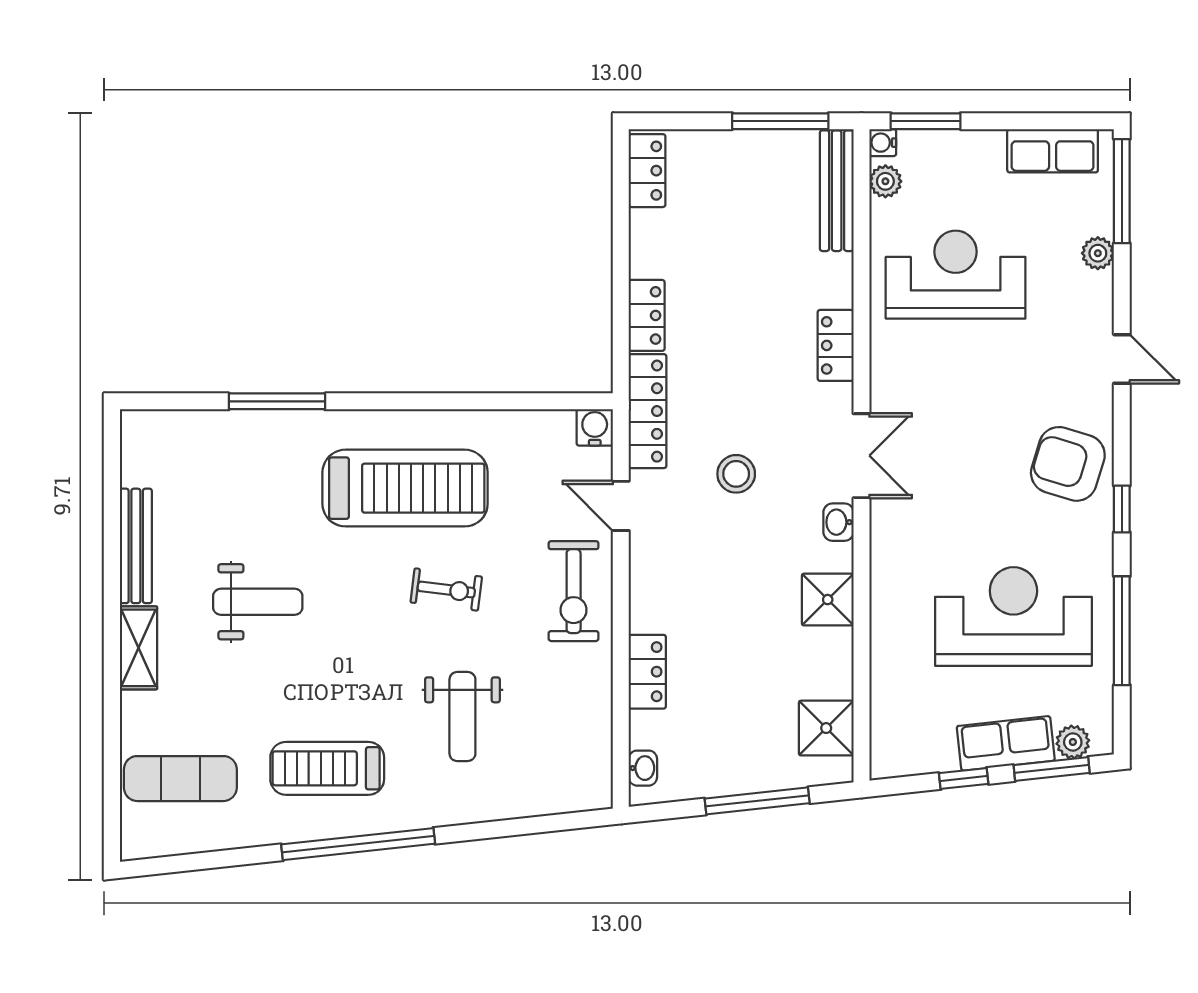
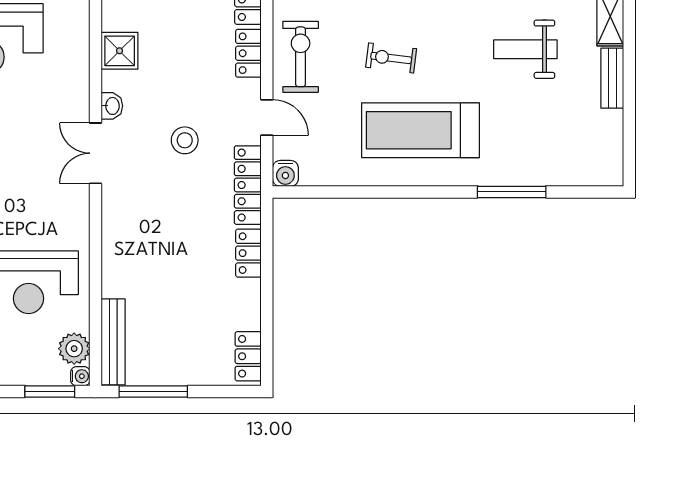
plant: (885, 181) -> (74, 349), width x1.38, depth x1.38
locker: (836, 345) -> (248, 53), moved, turned 180
bench: (136, 546) -> (612, 78), width x0.73

